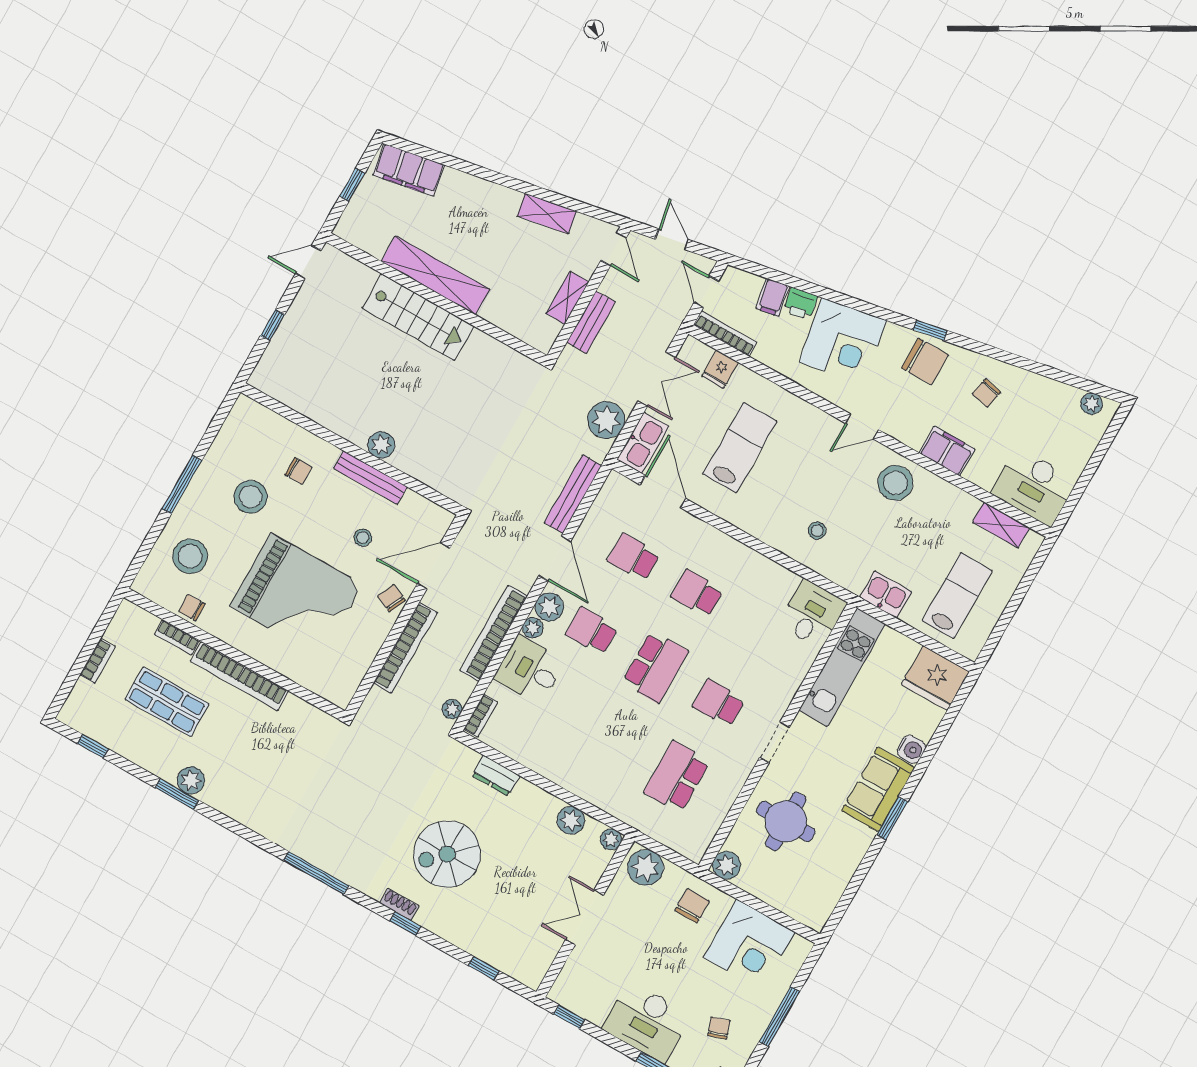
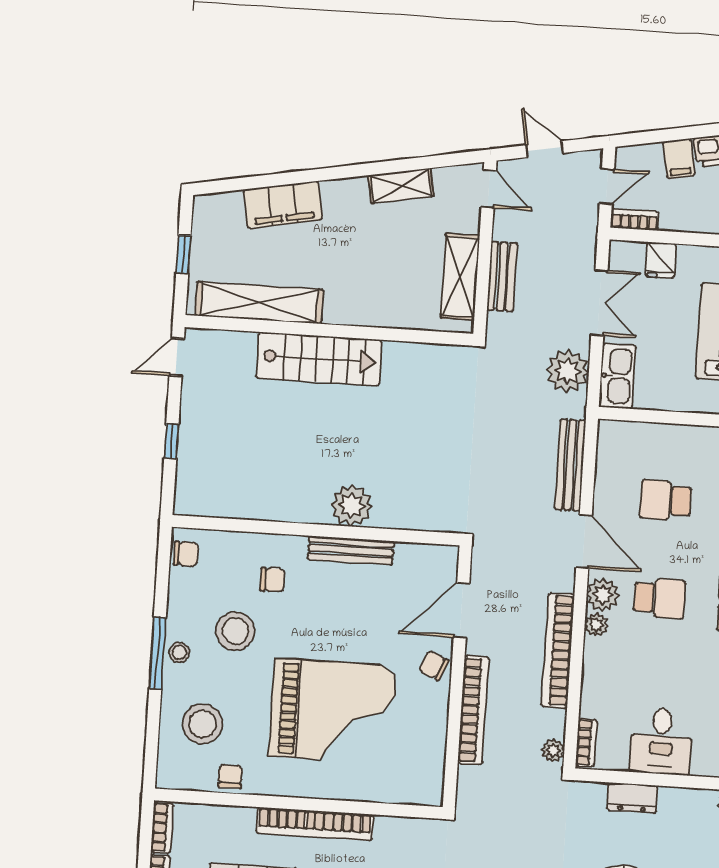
filing cabinet: (409, 170) -> (283, 205), moved
shelving: (435, 275) -> (259, 303), moved
door: (706, 292) -> (607, 186), swing flipped
shelving: (568, 298) -> (460, 277), width x1.50, depth x1.33
bookcase: (725, 334) -> (634, 220), width x0.64
chair: (241, 418) -> (186, 554), added
plant: (381, 445) -> (351, 506), width x1.36, depth x1.36
door: (663, 492) -> (663, 417), removed
stool: (363, 538) -> (179, 653), moved
chair: (192, 608) -> (230, 777), turned 90
school desk: (592, 631) -> (659, 598), turned 180
bookcase: (177, 637) -> (162, 828), moved, turned -90
desk: (530, 670) -> (661, 741), moved, turned -90

